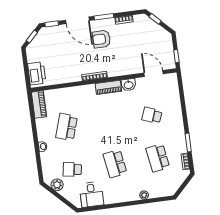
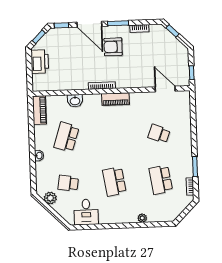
printer: (37, 73) -> (40, 62), moved
washbasin: (129, 85) -> (75, 101), moved

